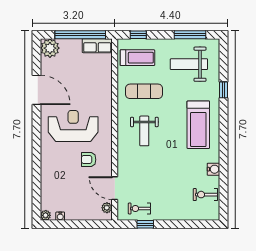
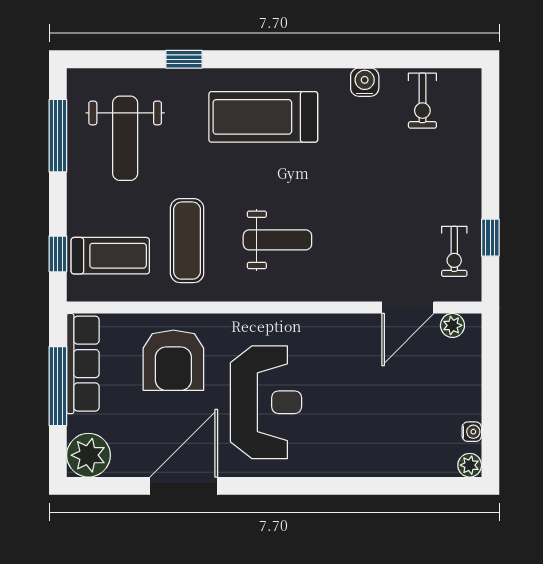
window: (80, 35) -> (58, 386), width x0.68
row of seats: (97, 46) -> (83, 364), width x1.48
treadmill: (137, 58) -> (110, 256), turned 90
treadmill: (198, 125) -> (263, 117), turned 180
reception desk: (73, 126) -> (266, 402), turned 180
armchair: (89, 160) -> (173, 360), moved, width x1.88, depth x1.88

